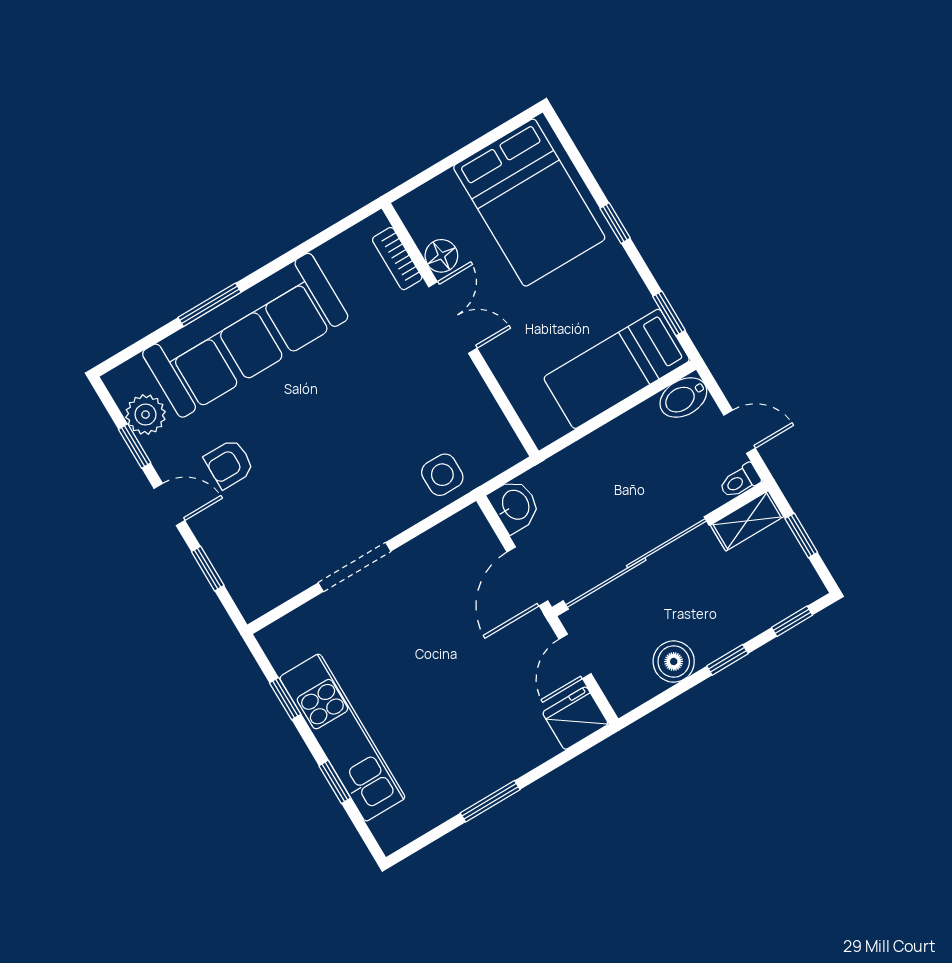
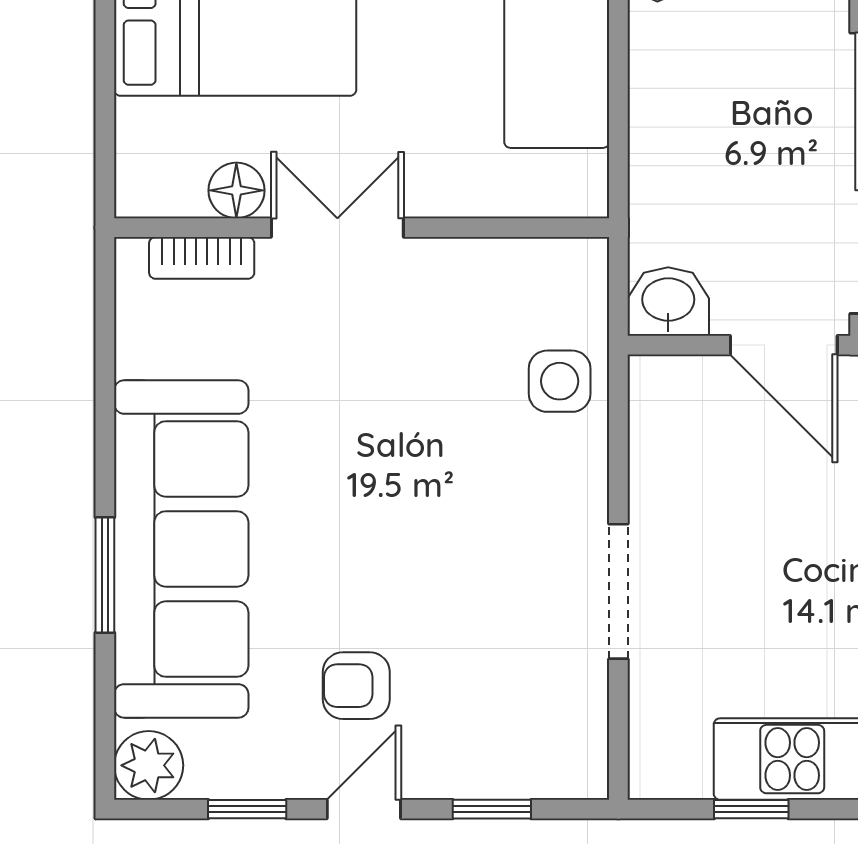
plant: (146, 415) -> (149, 765), moved
armchair: (229, 464) -> (356, 686), turned 90

